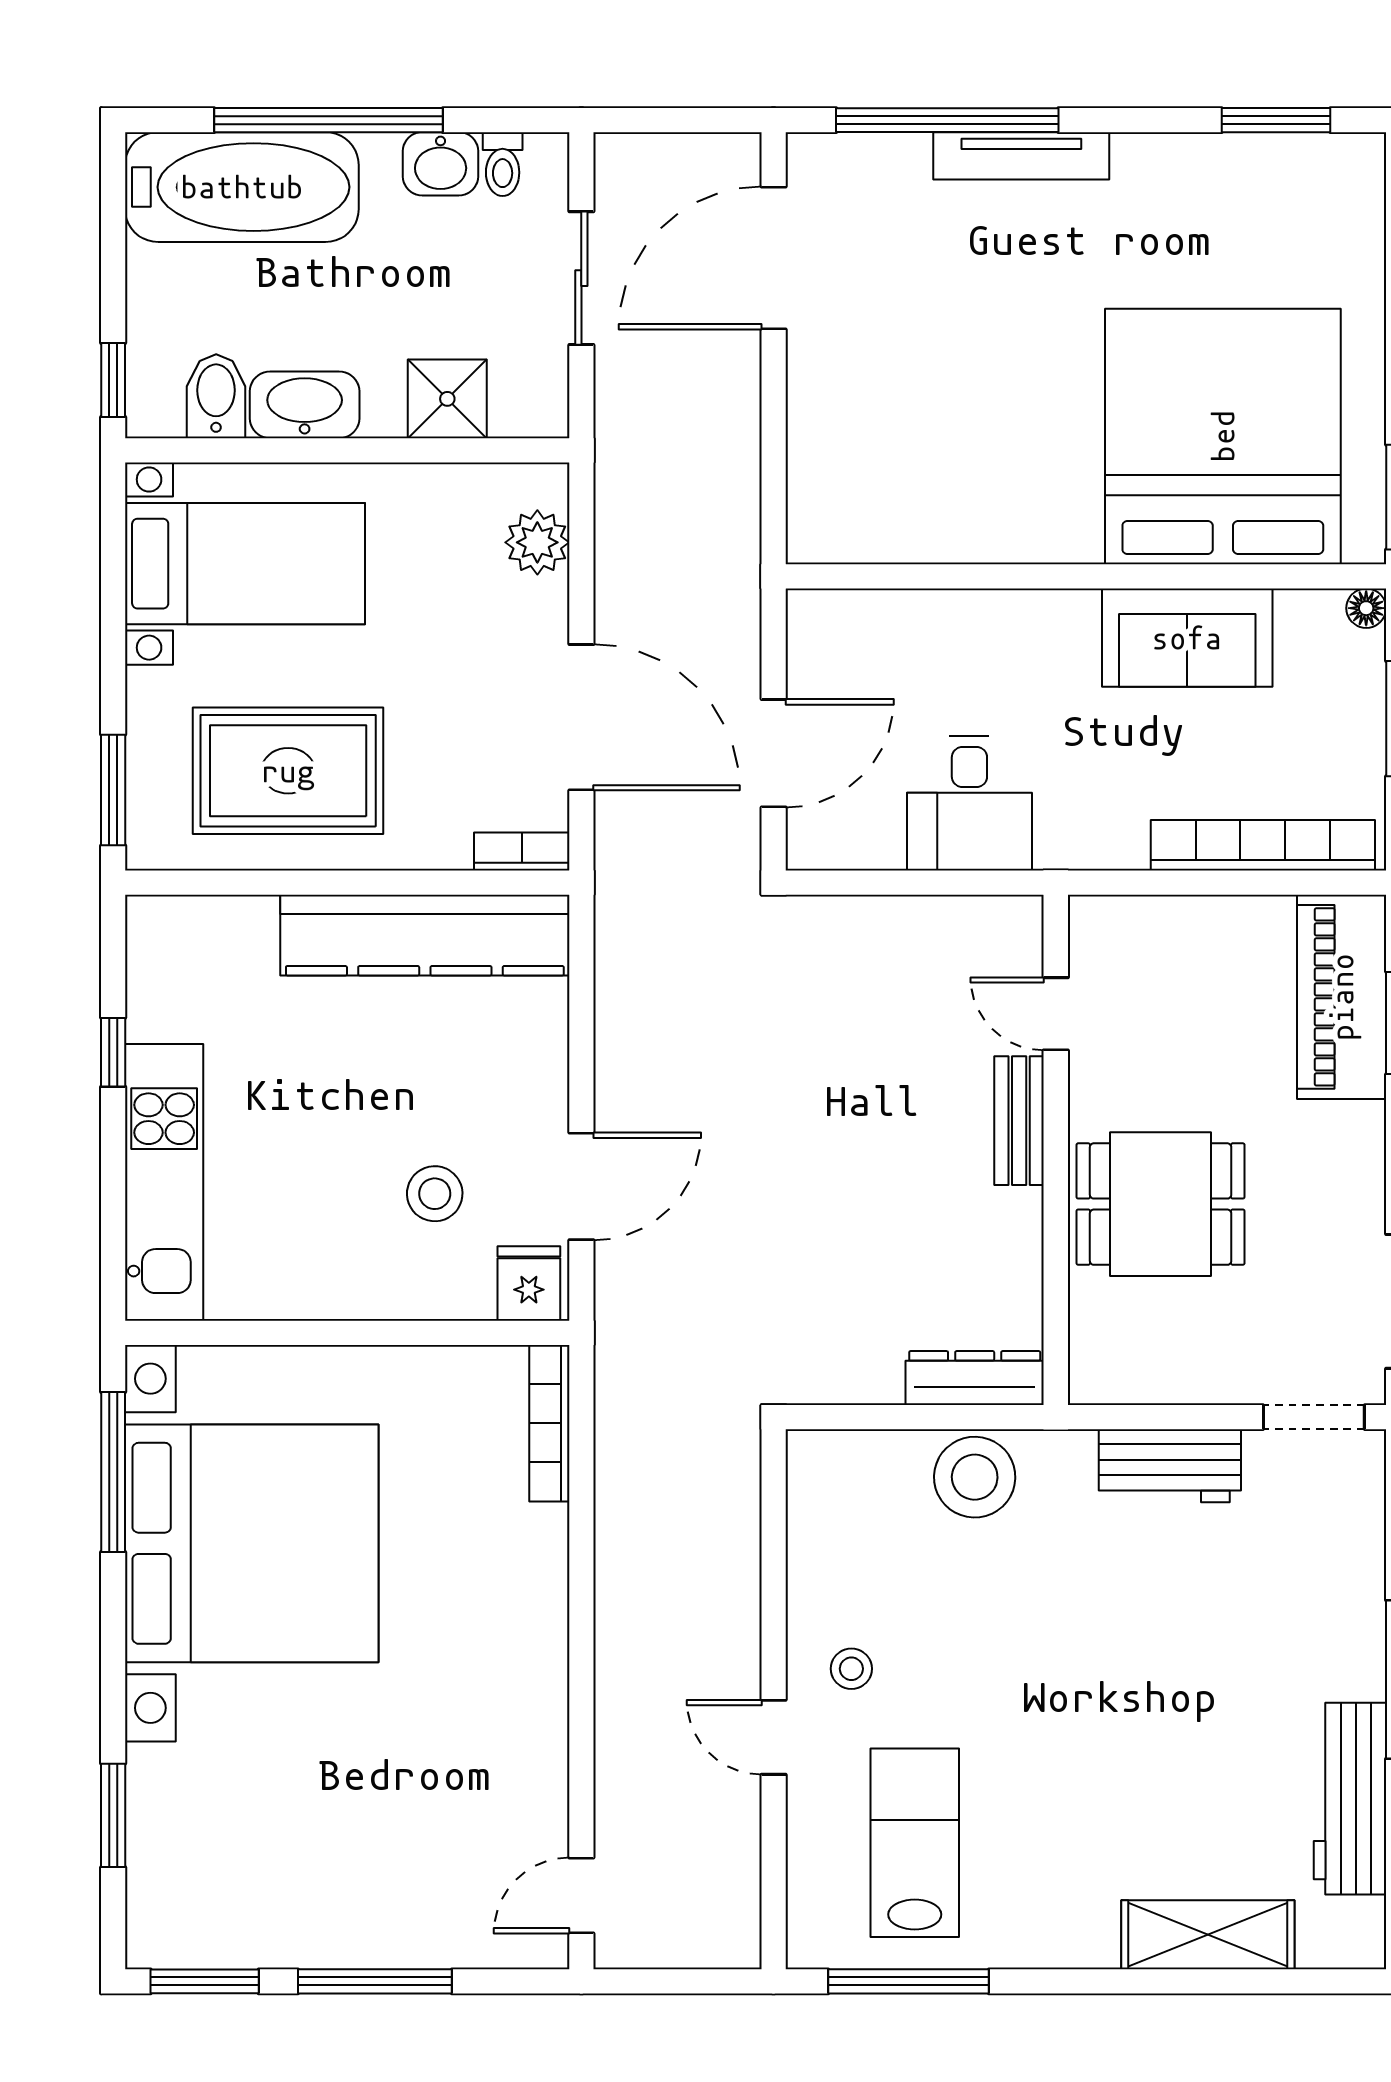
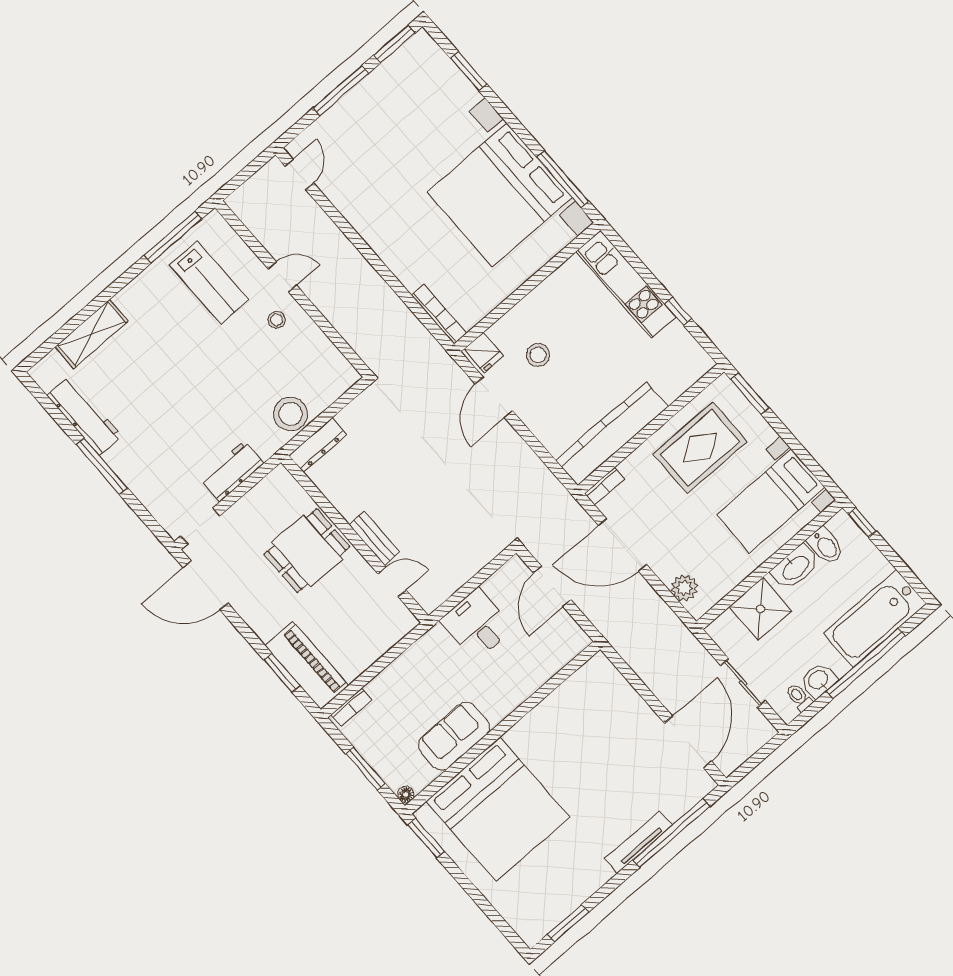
shower: (447, 399) -> (760, 609), width x1.36, depth x1.36
bookcase: (1263, 845) -> (352, 707), width x0.43, depth x0.76

